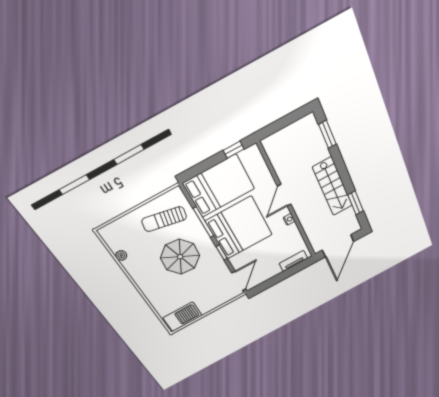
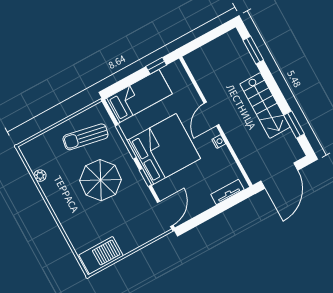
bed: (219, 186) -> (138, 96), width x0.67

